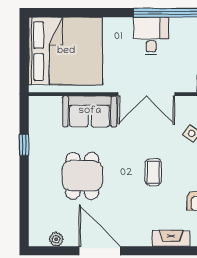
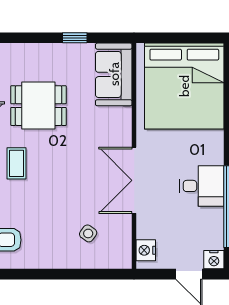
sofa: (90, 111) -> (114, 74), moved
coffee table: (153, 172) -> (16, 163), moved, turned 90

